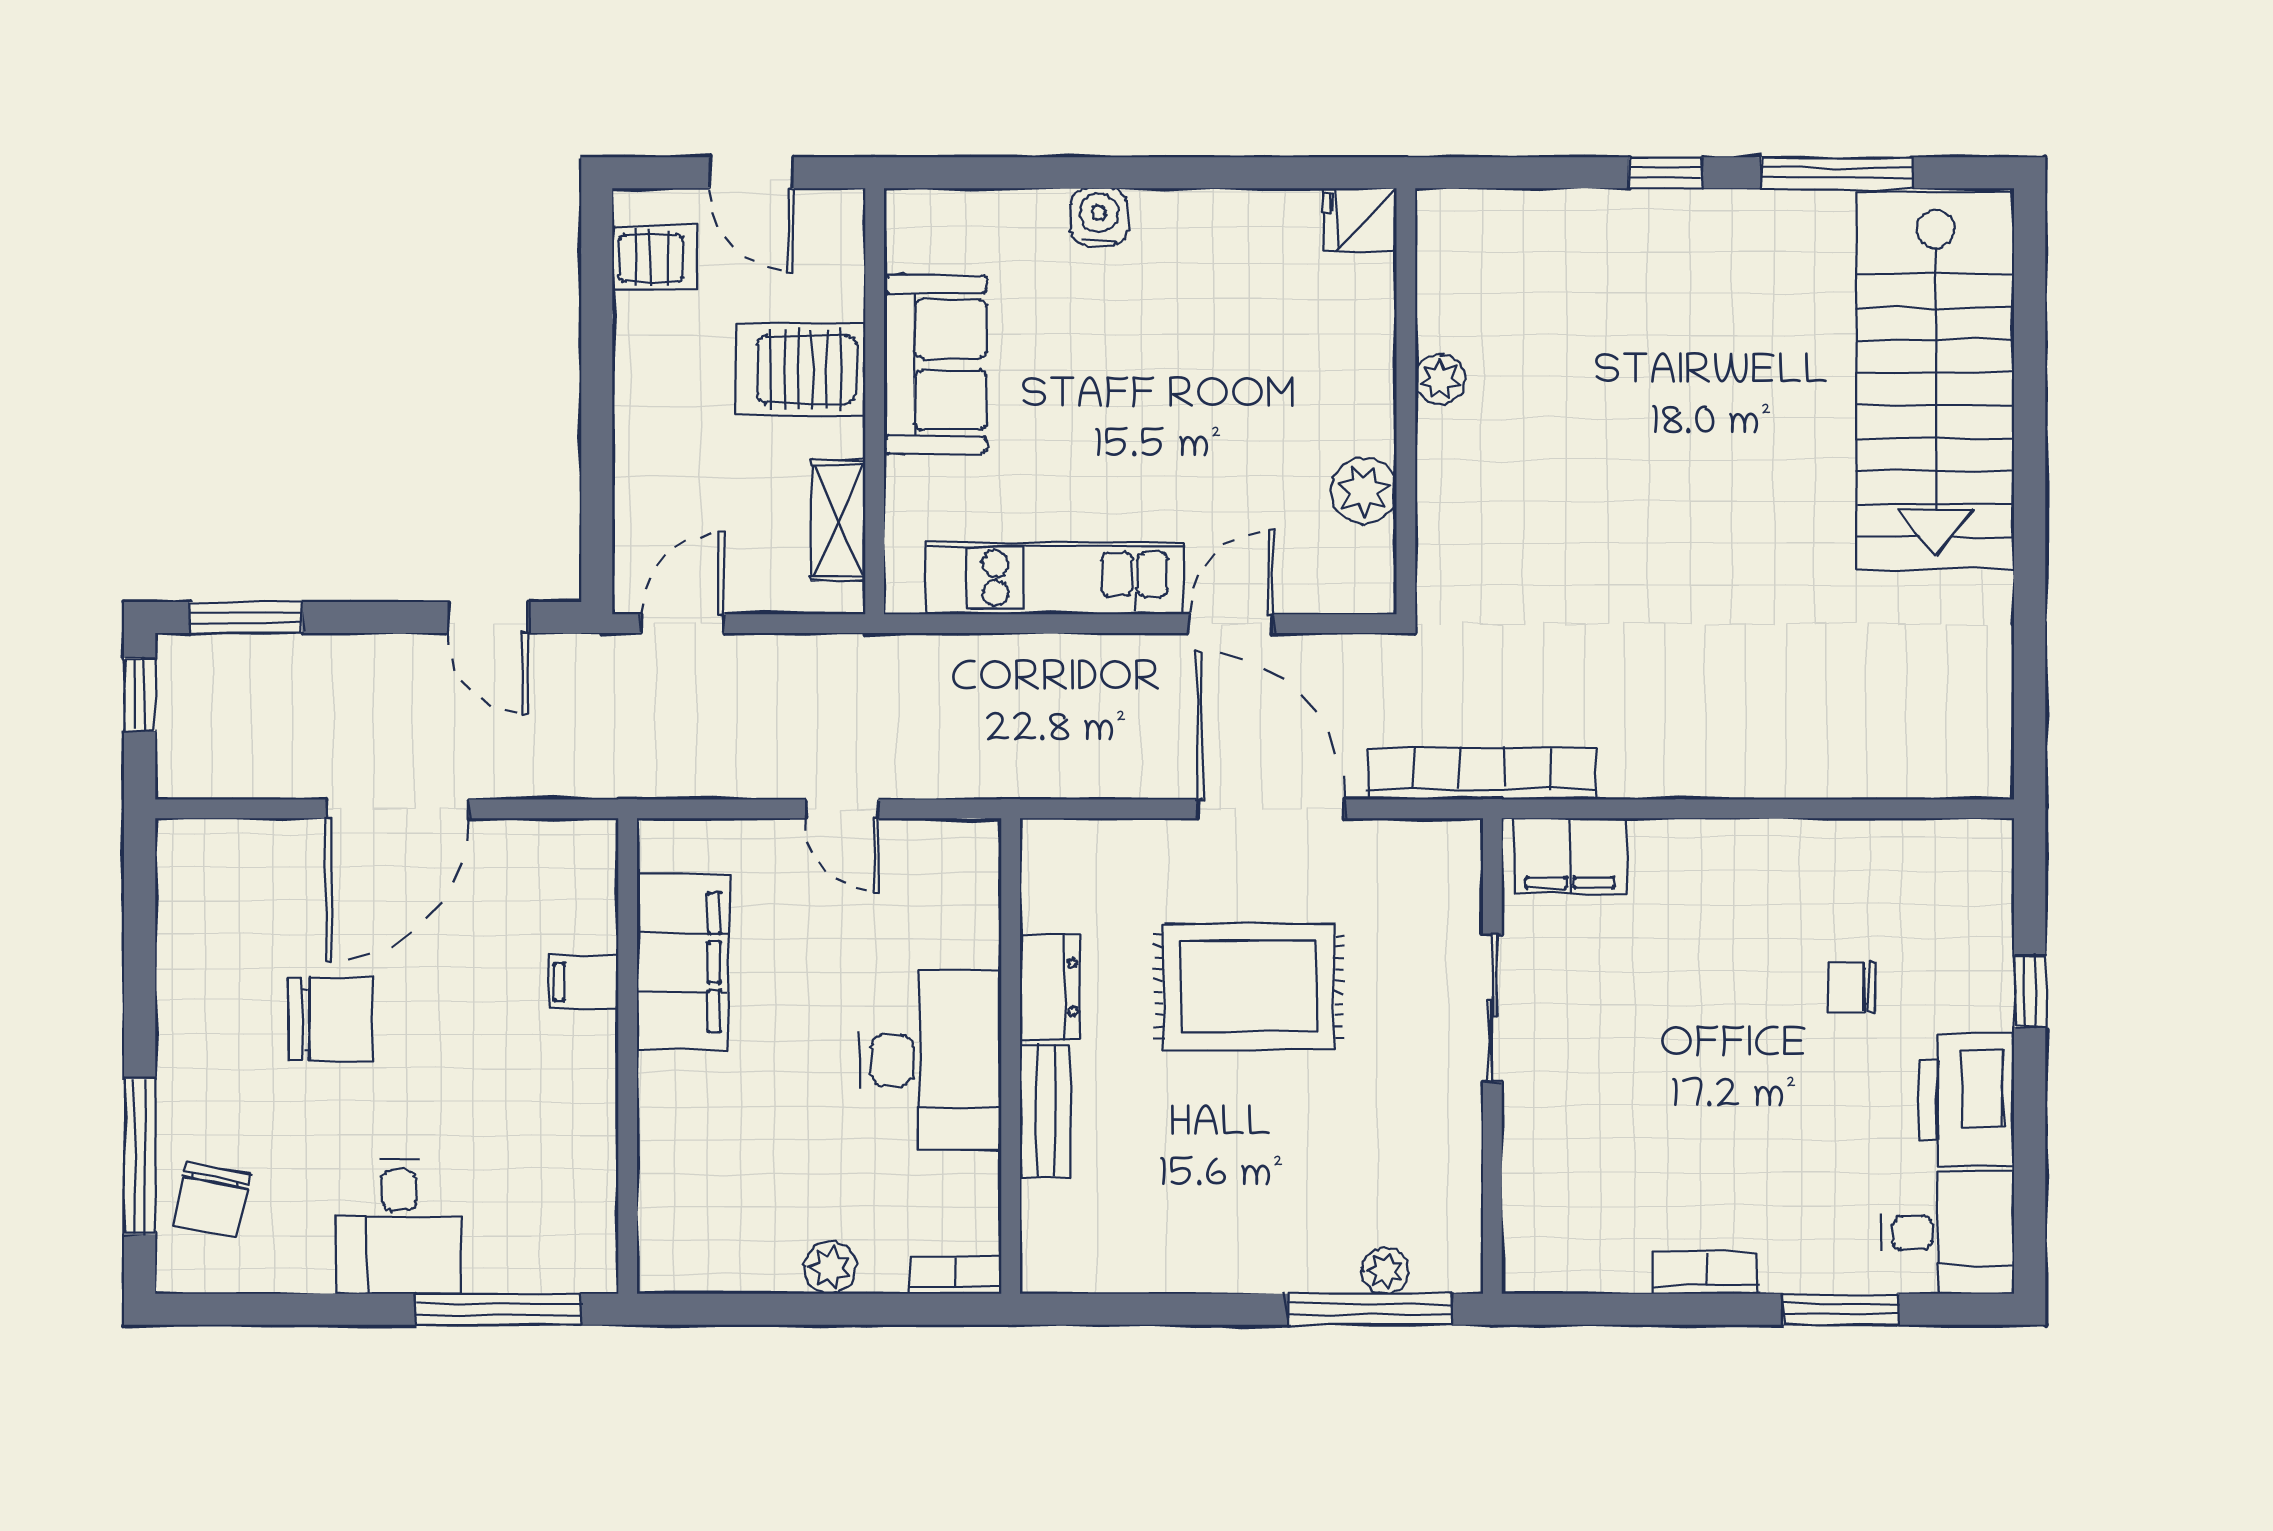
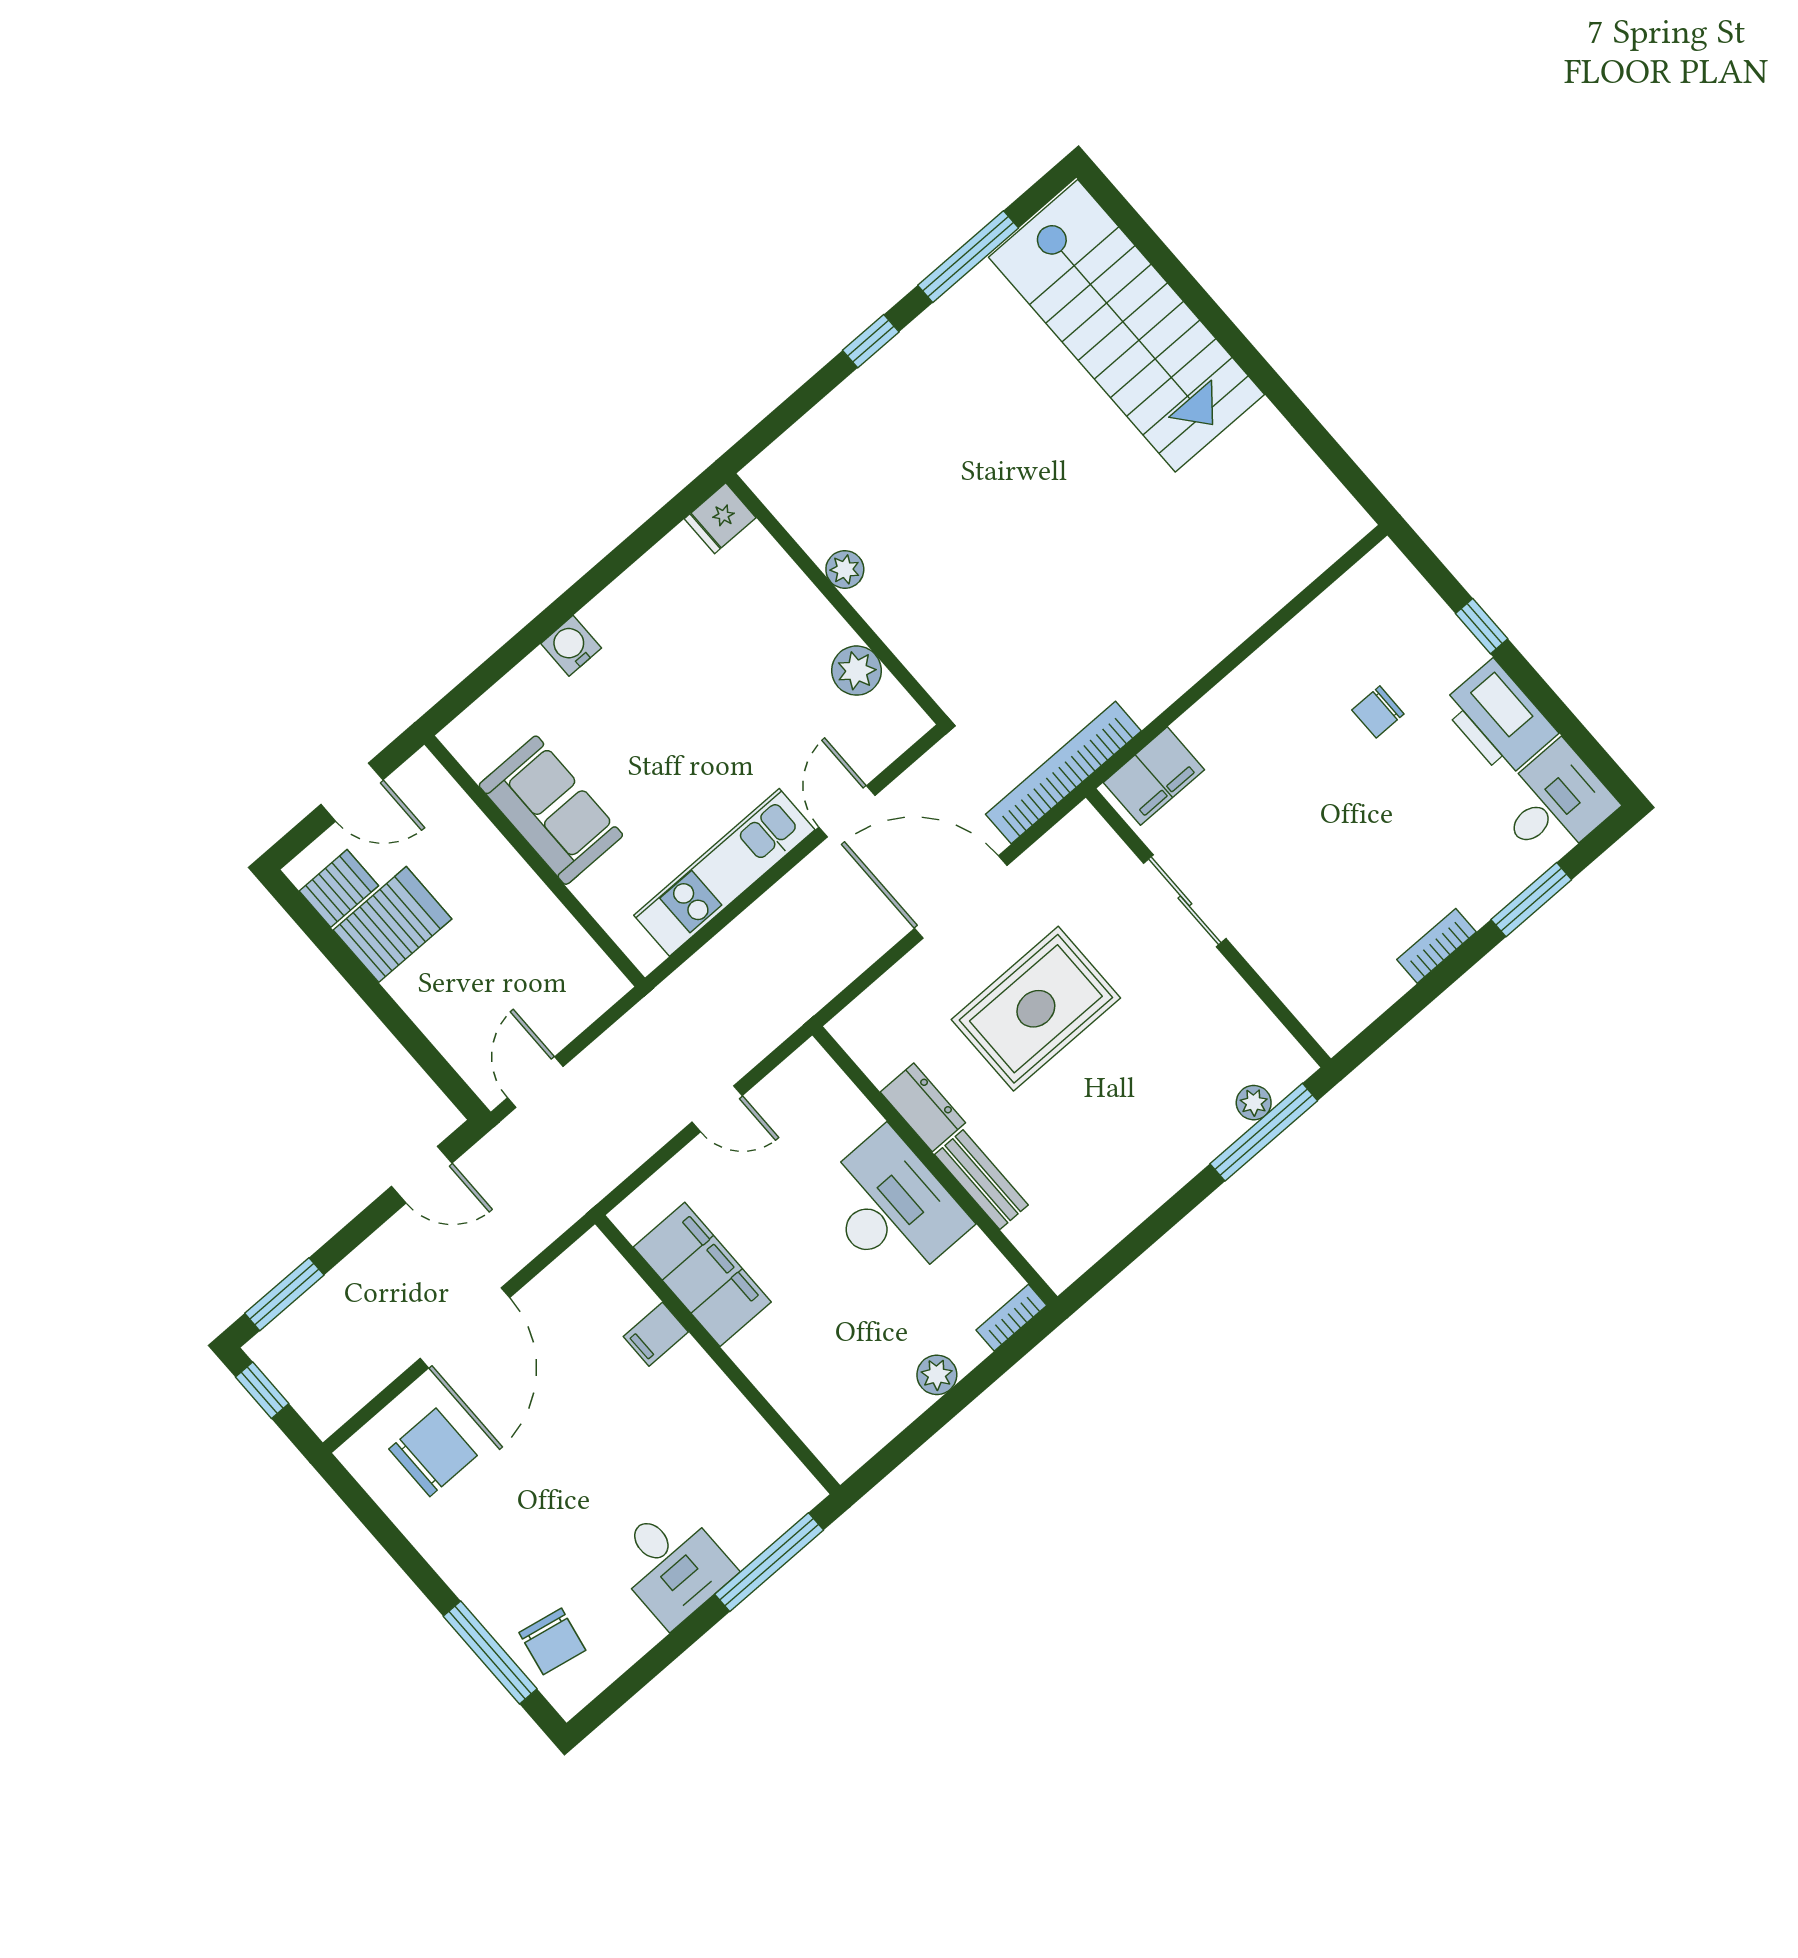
server rack: (801, 369) -> (392, 924), moved, turned 180
shelving: (838, 520) -> (573, 946), removed
chair: (331, 1019) -> (433, 1452), moved

